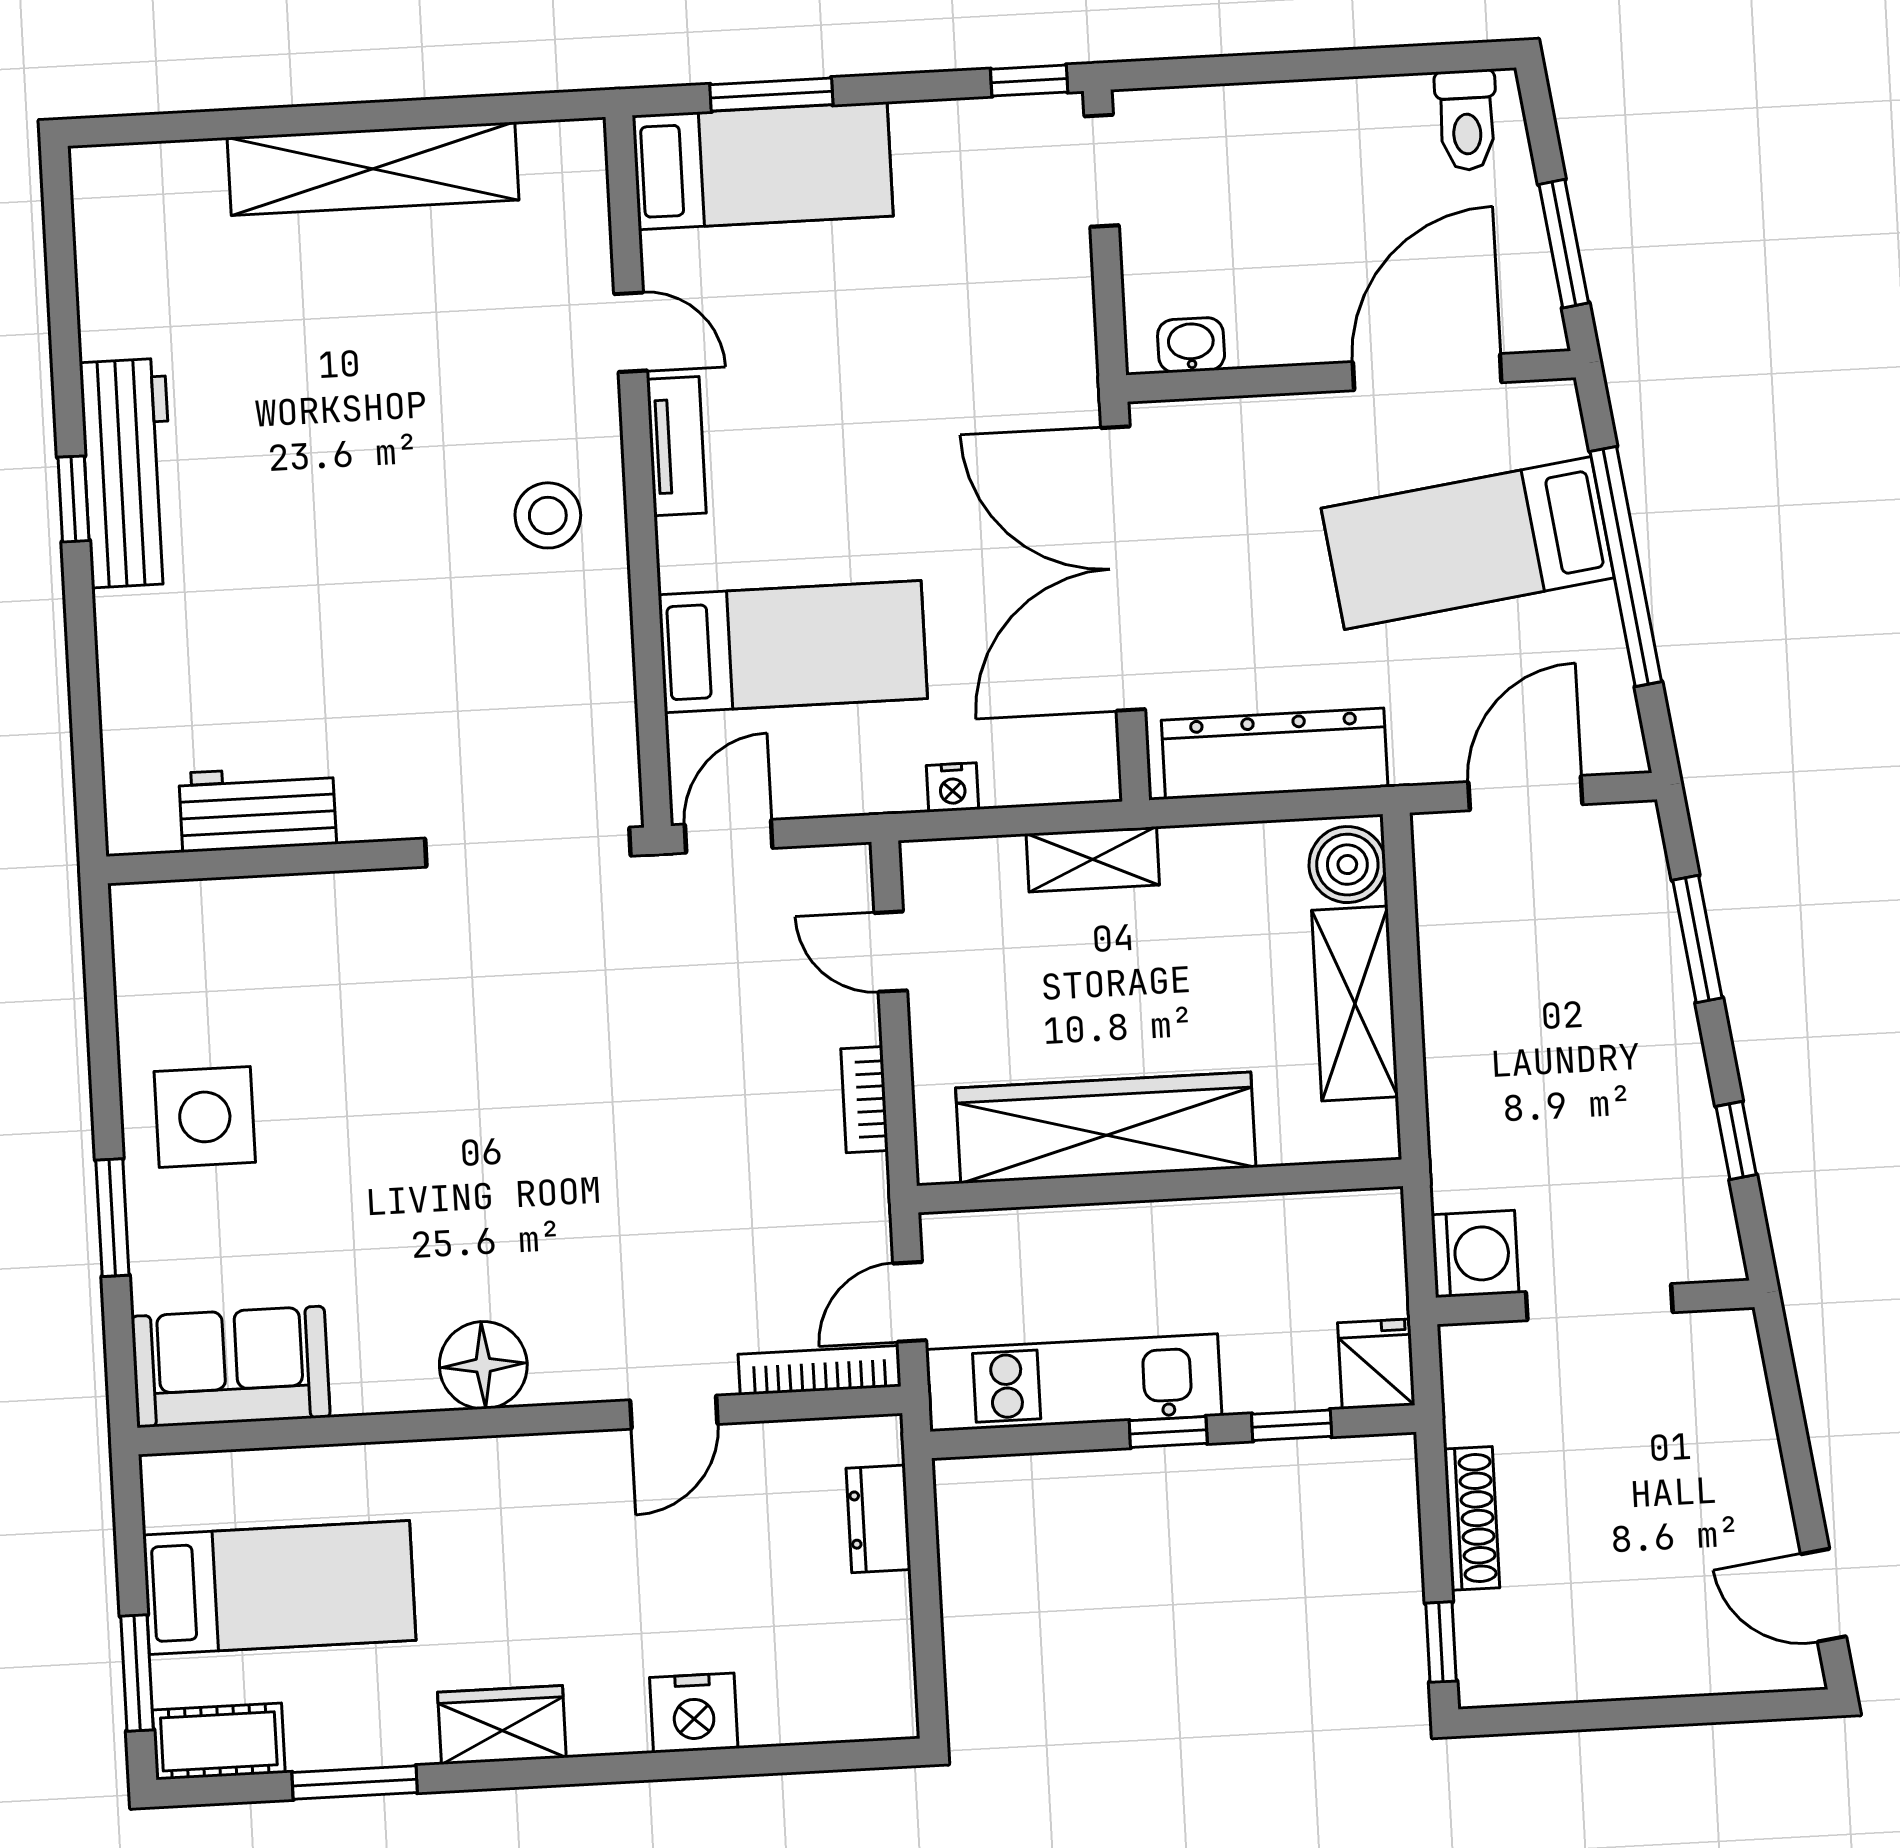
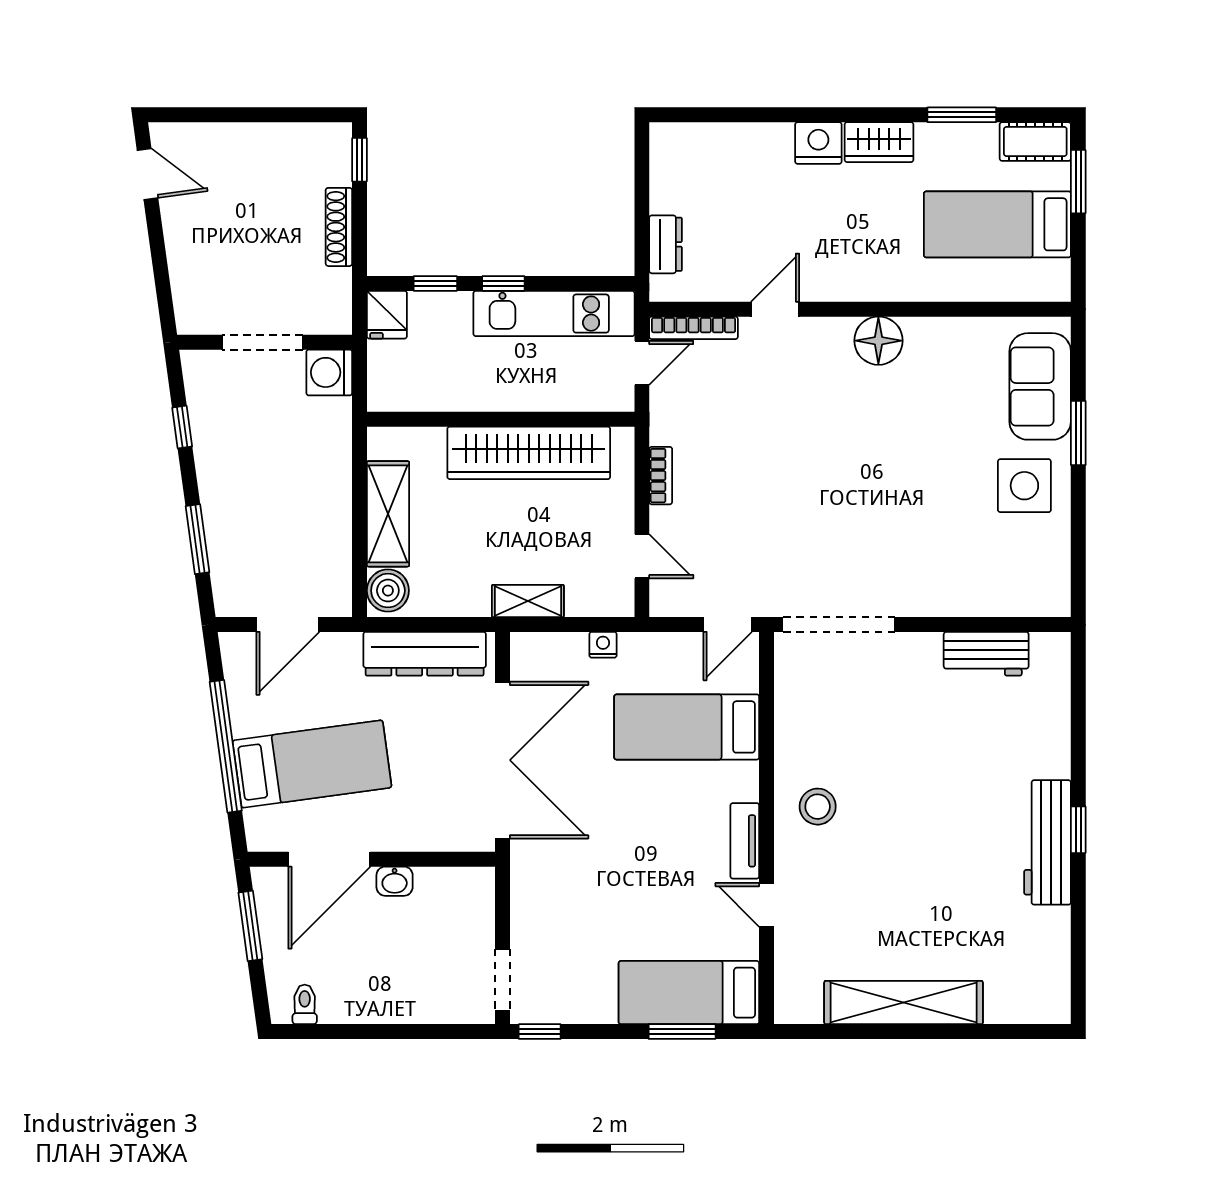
toilet: (1467, 120) -> (305, 1004), width x0.73, depth x0.72
washbasin: (1191, 345) -> (395, 881), moved
sofa: (231, 1367) -> (1040, 386), moved, turned 90
nightstand: (694, 1713) -> (818, 143), moved

